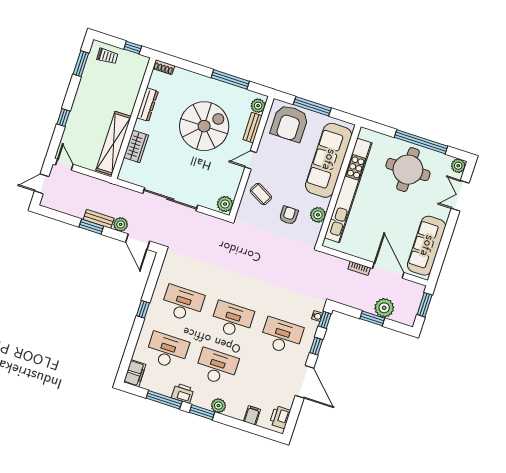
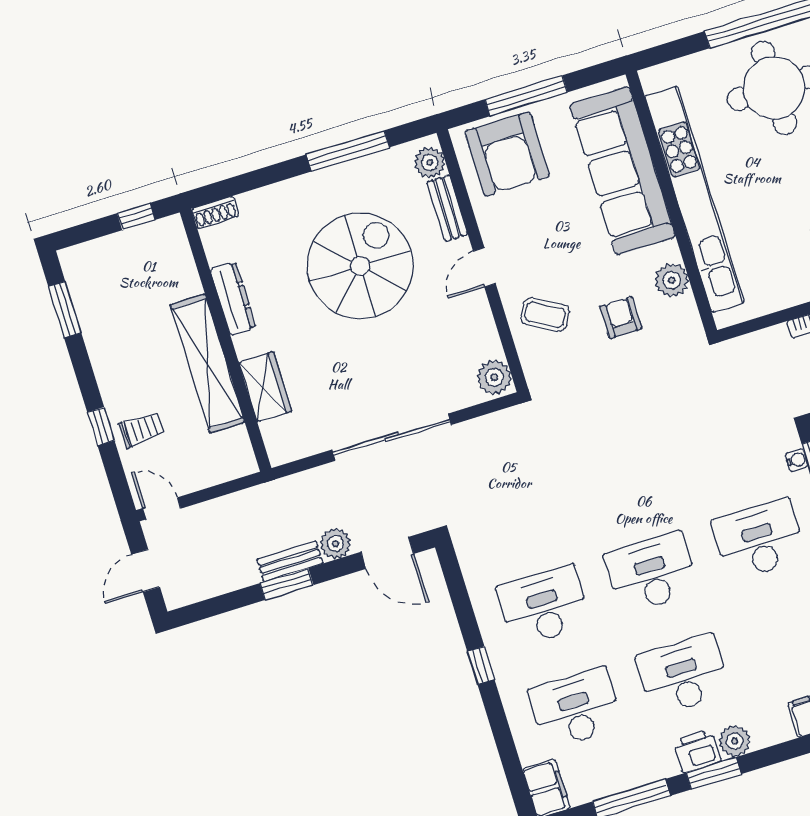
trolley: (107, 56) -> (142, 429), moved
shelving: (114, 143) -> (207, 363), moved
printer: (183, 393) -> (697, 751), moved

